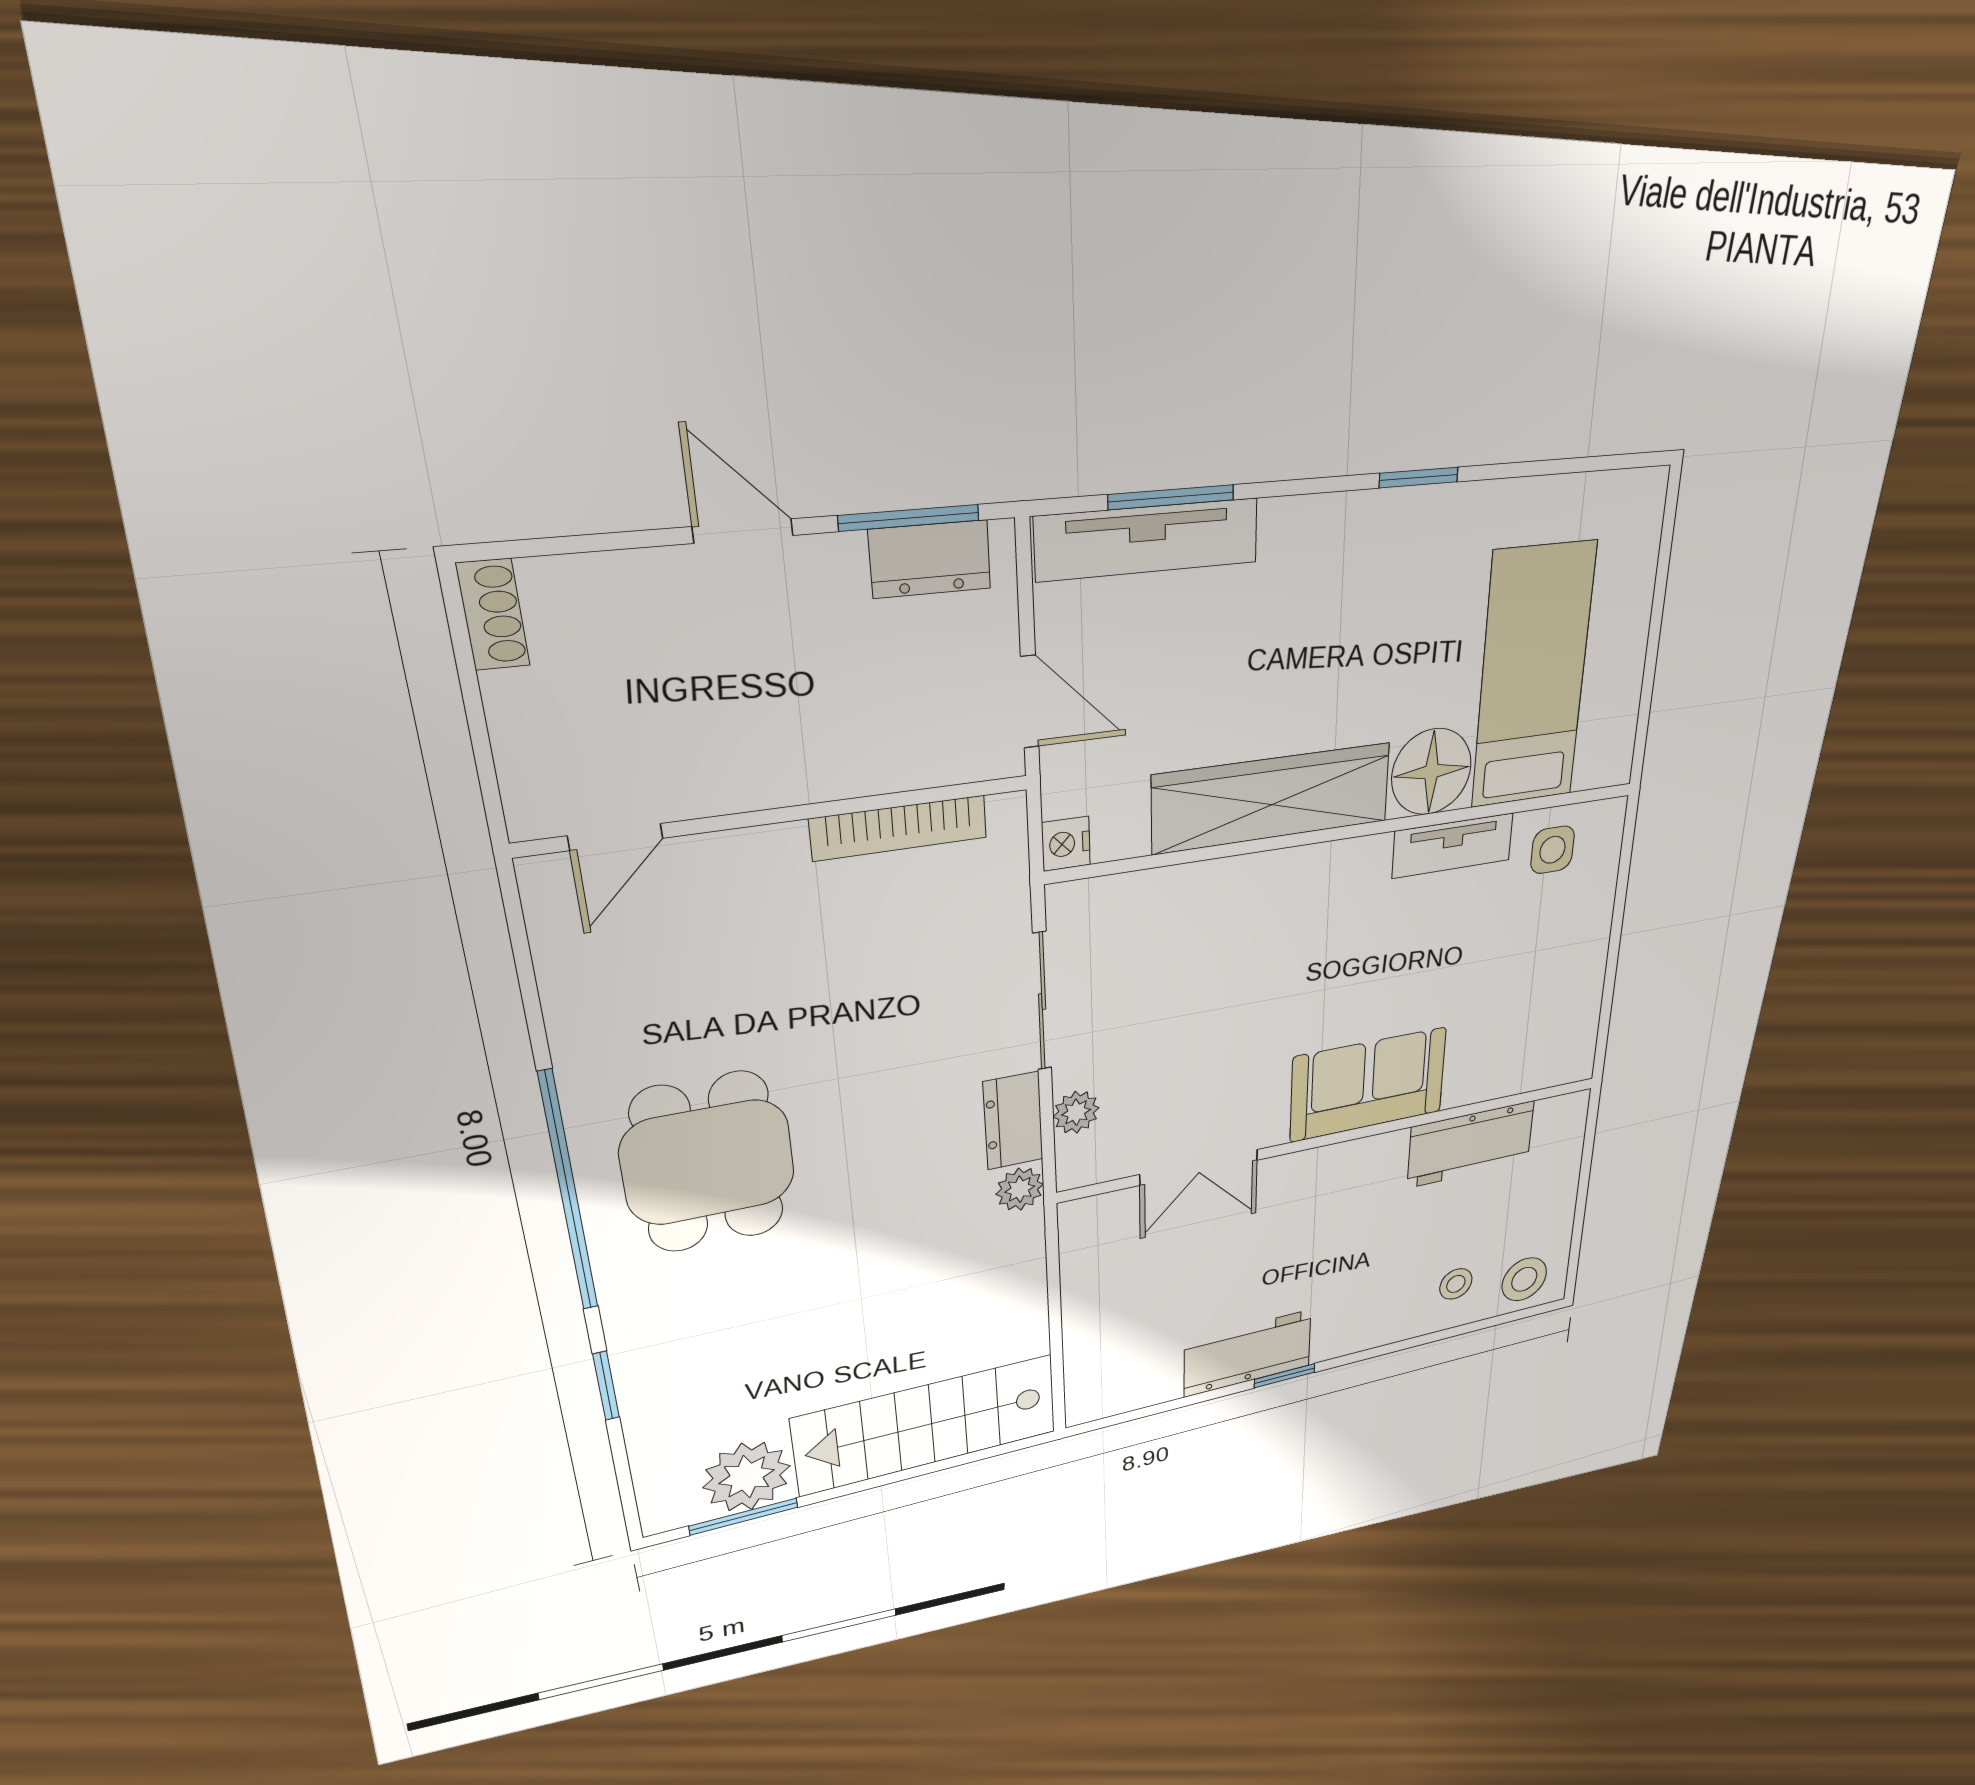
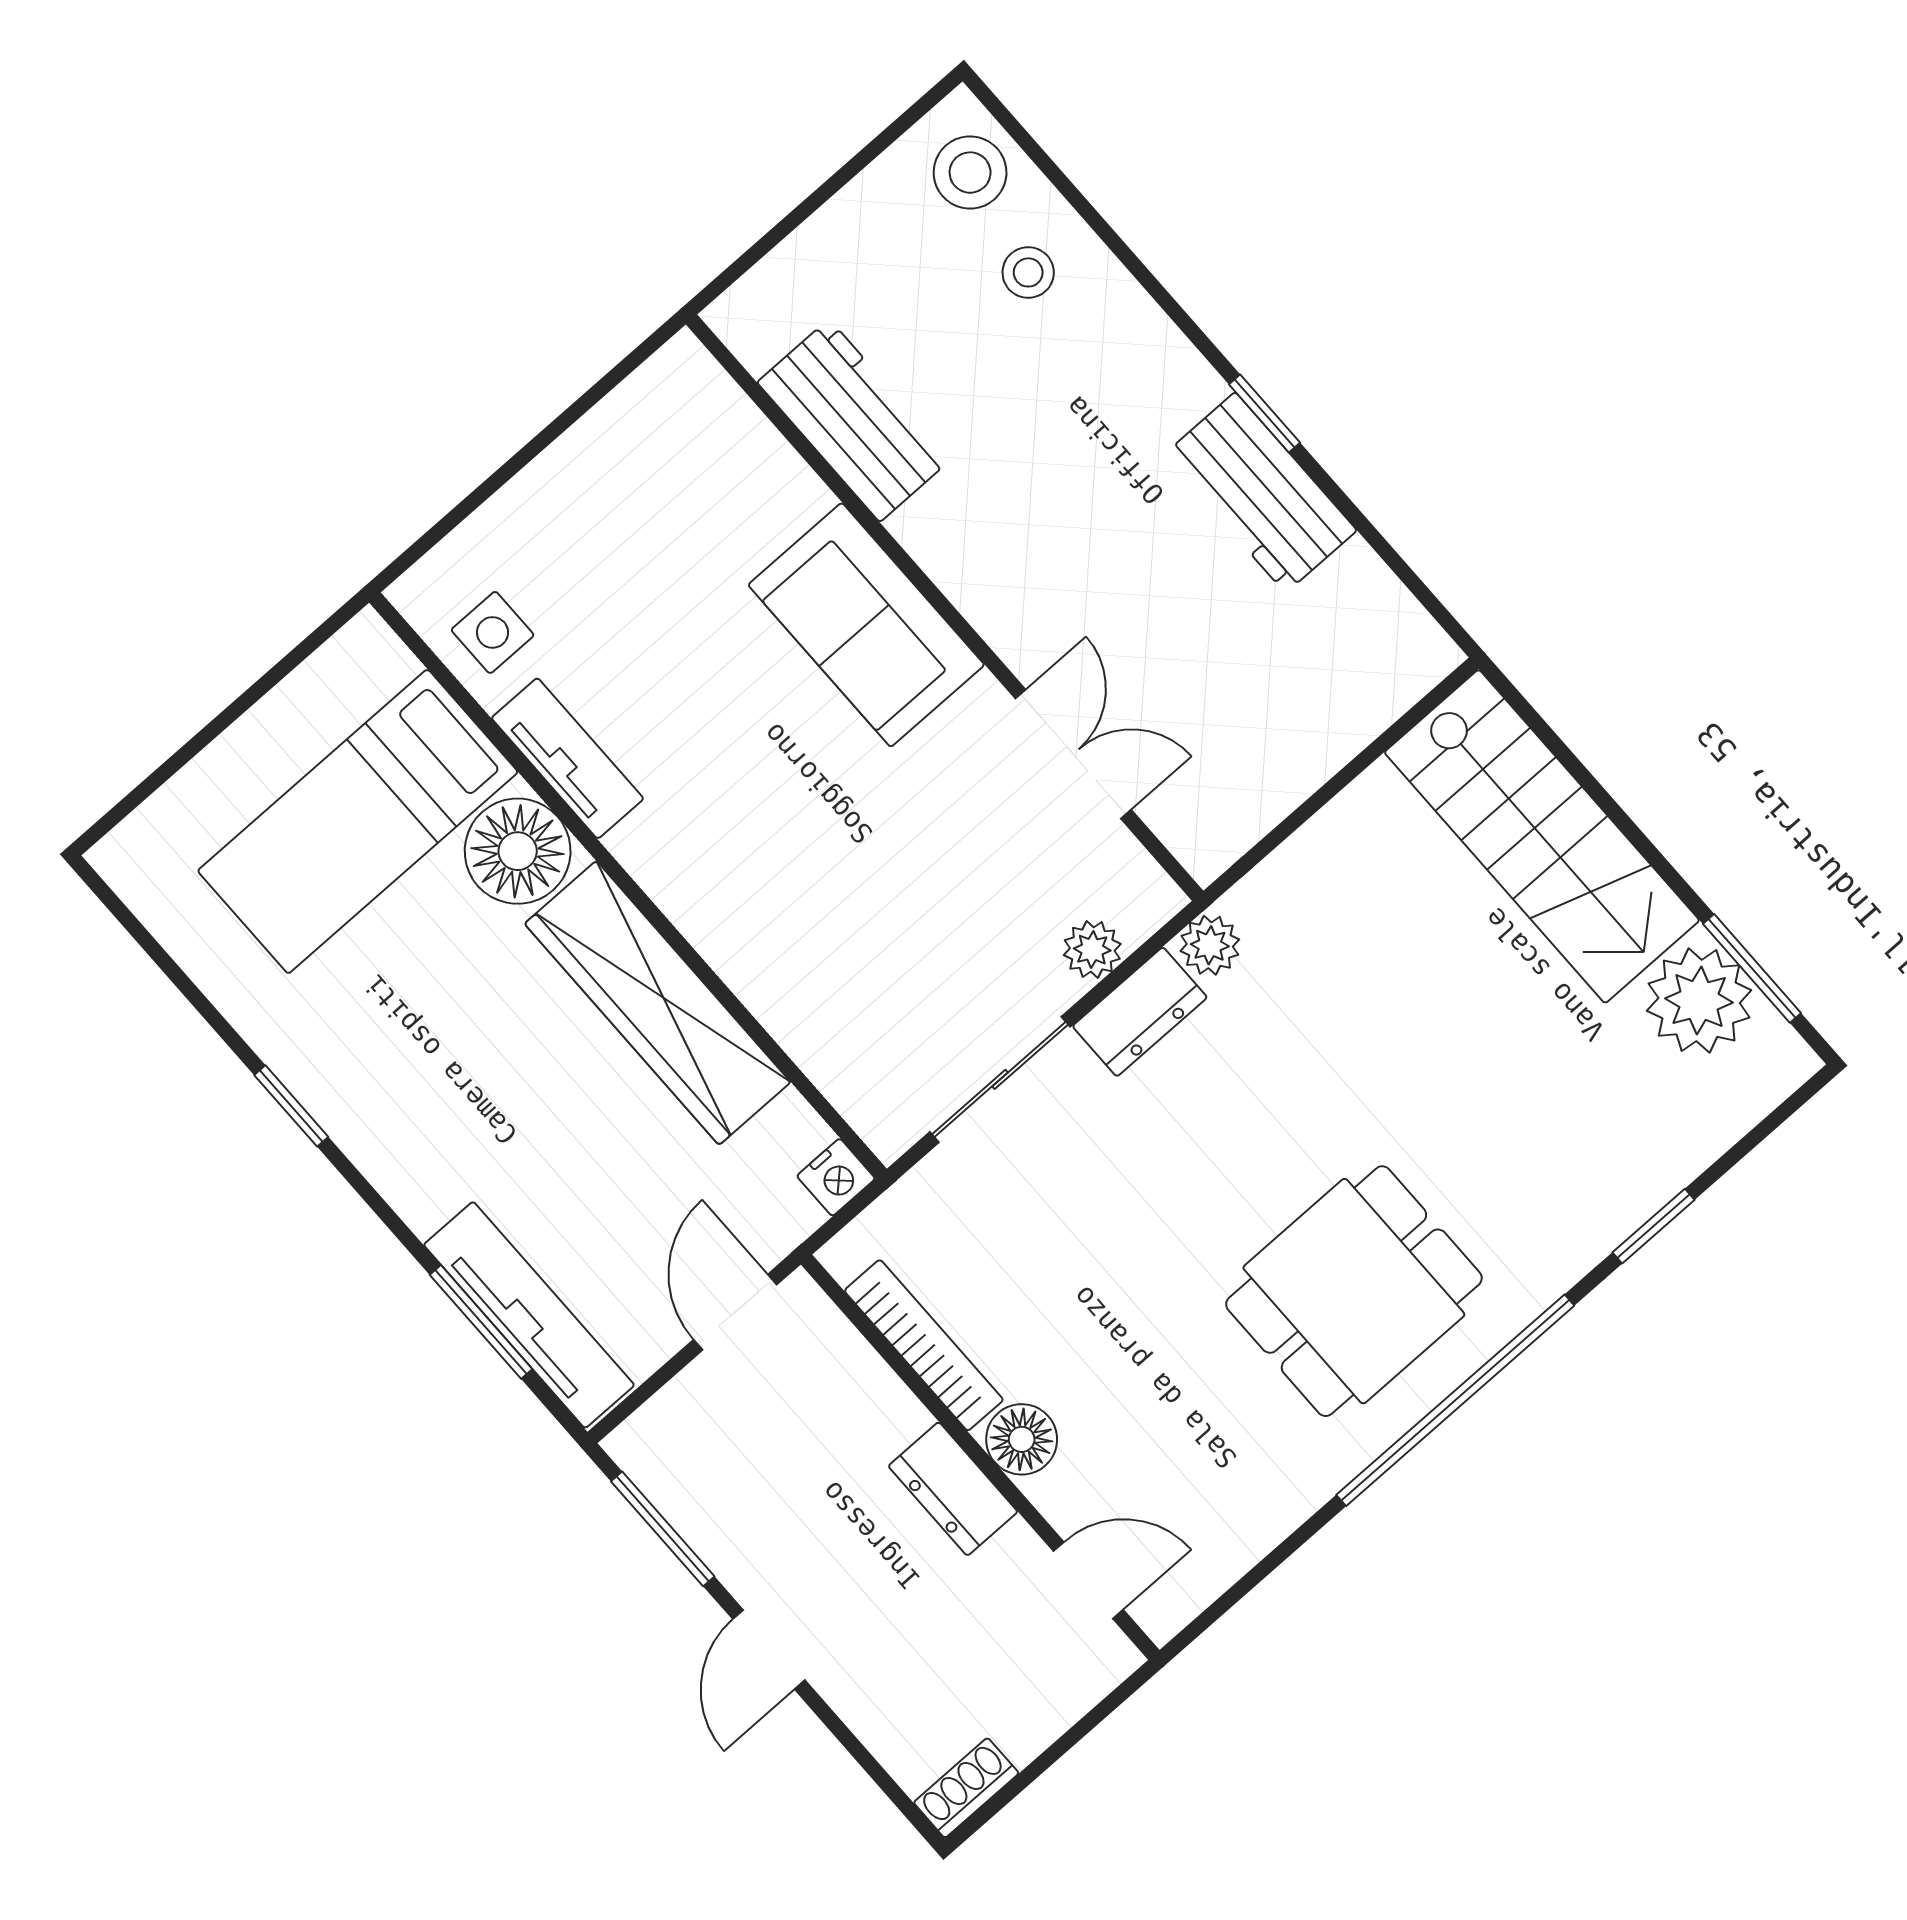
dresser: (930, 559) -> (953, 1489), moved, turned 180
floor lamp: (771, 856) -> (1022, 1439), added

